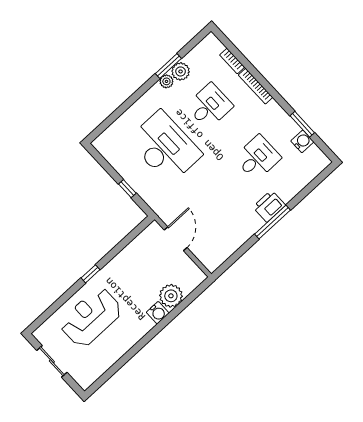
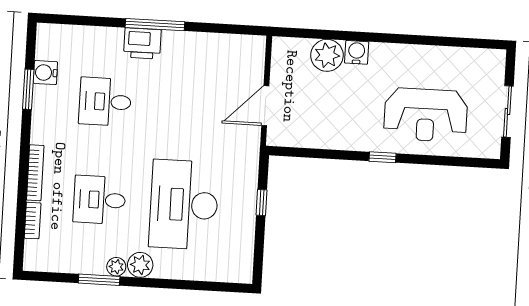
plant: (181, 71) -> (140, 265), moved

